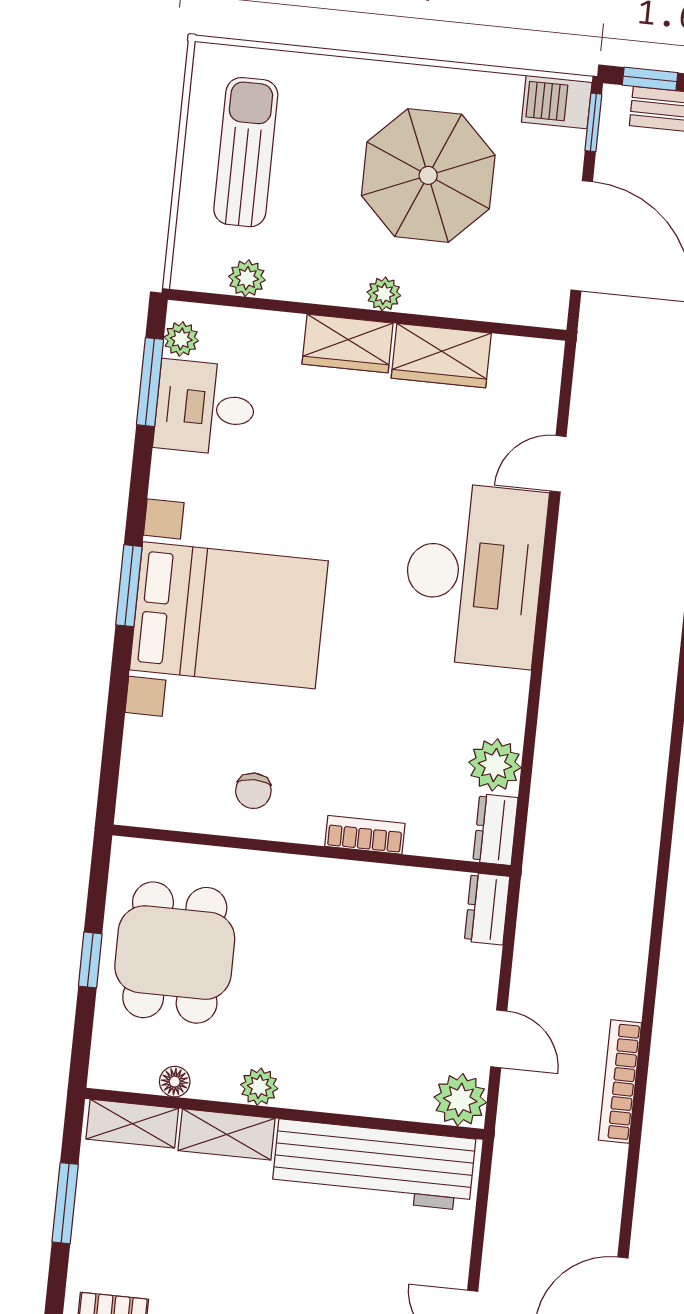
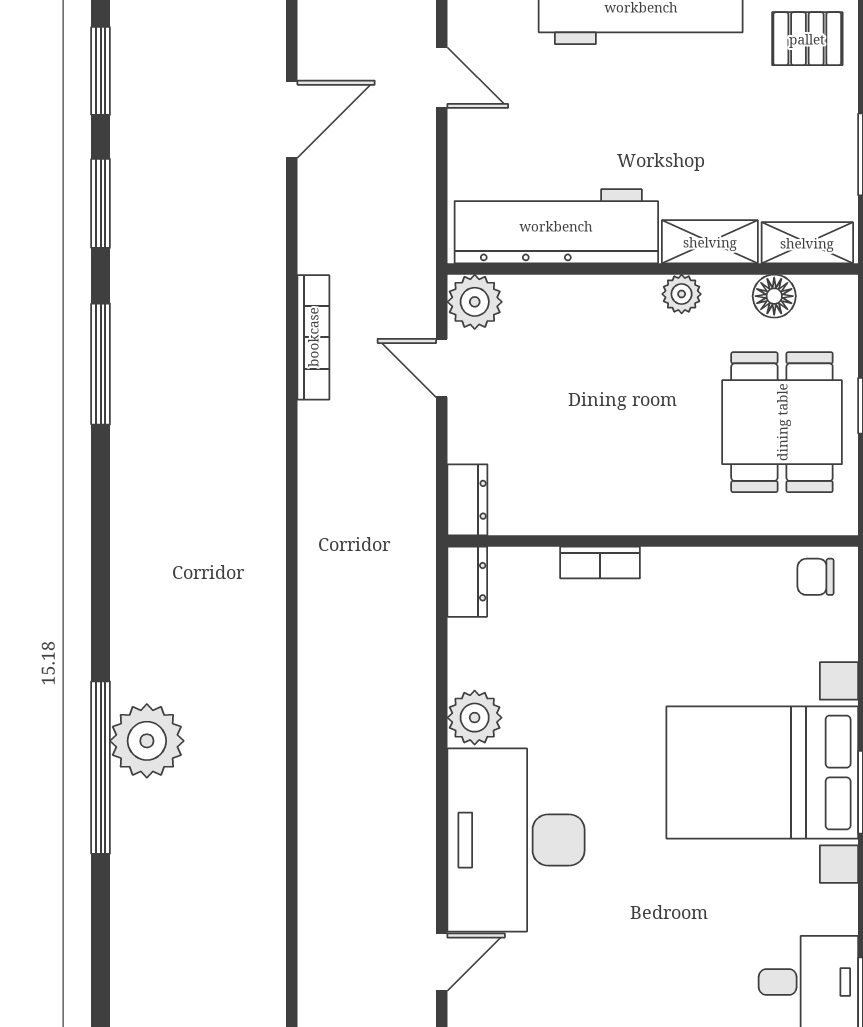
plant: (495, 765) -> (475, 718), moved
chair: (253, 791) -> (816, 577), moved, turned -90
floor lamp: (175, 1082) -> (774, 296), width x1.37, depth x1.37

